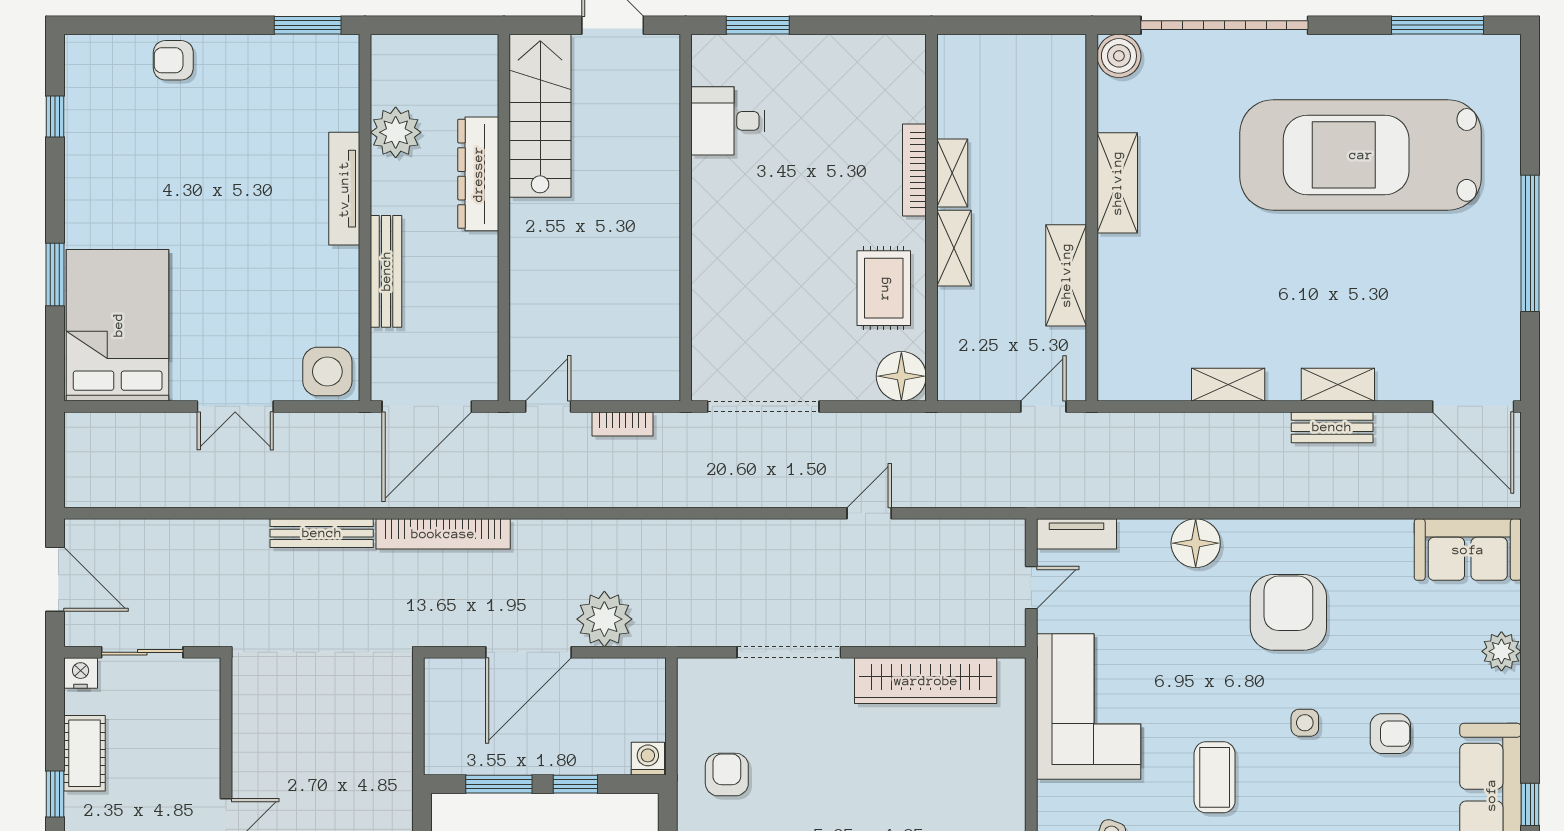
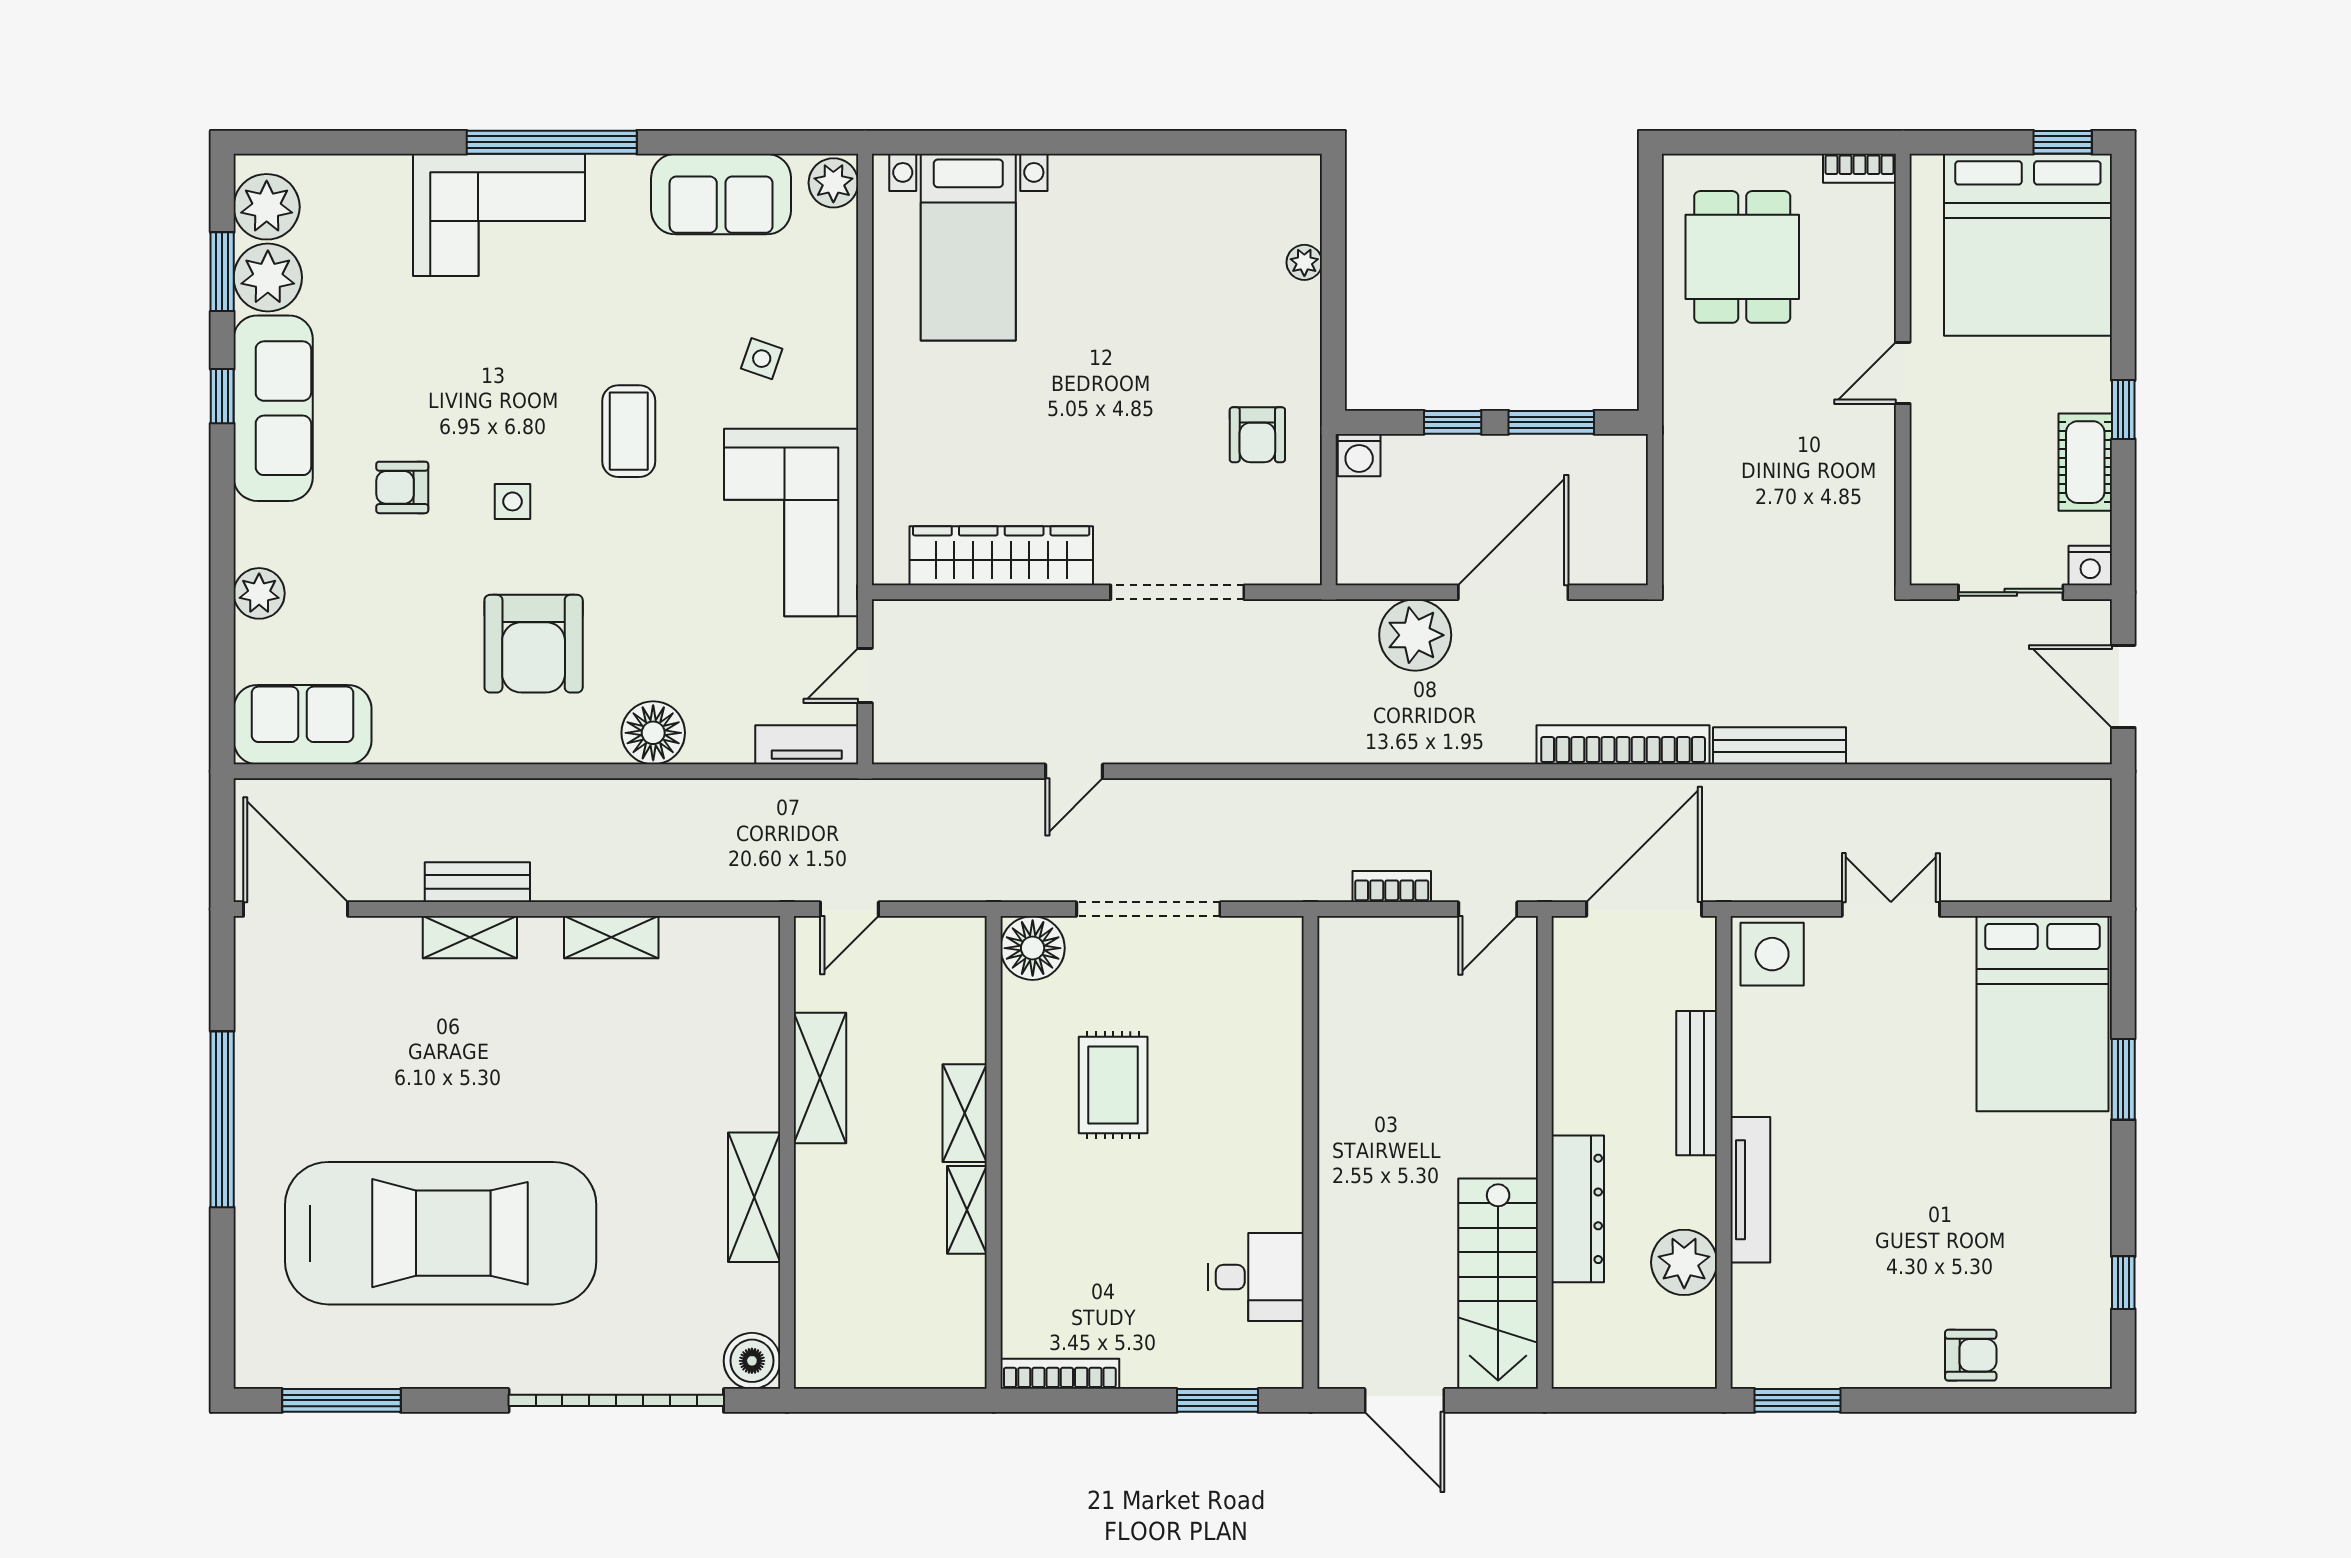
bookcase: (914, 170) -> (1060, 1374), moved, turned -90
rug: (884, 288) -> (1113, 1085), moved
doorway: (763, 406) -> (1148, 909), moved

